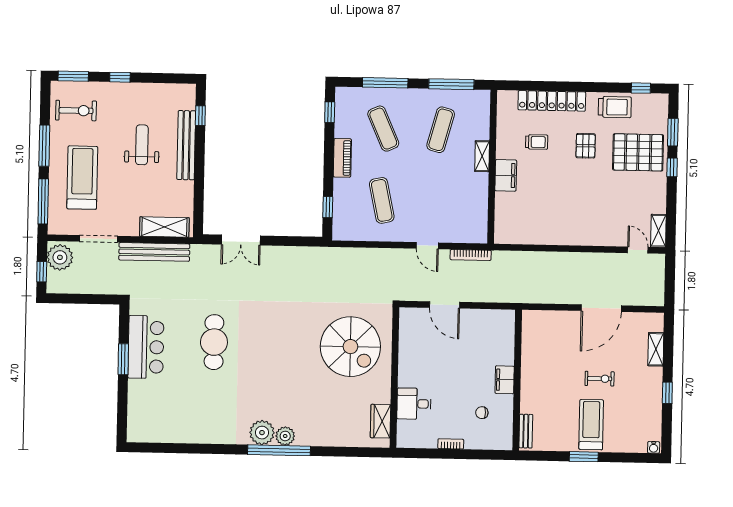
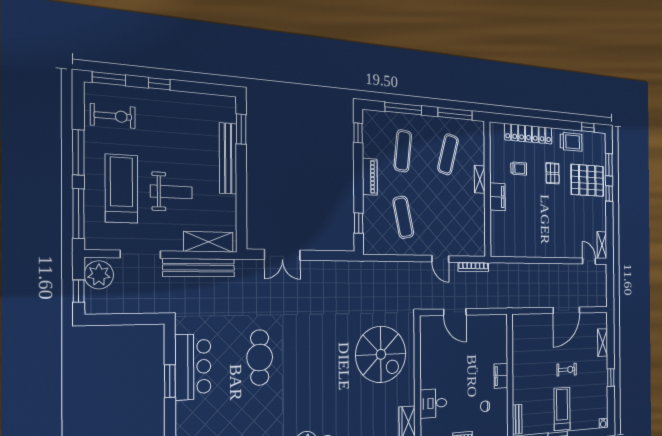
window: (200, 116) -> (241, 129), width x1.50
exercise mat: (383, 129) -> (403, 151), turned 30
weight bench: (142, 145) -> (171, 192), moved, turned 90

